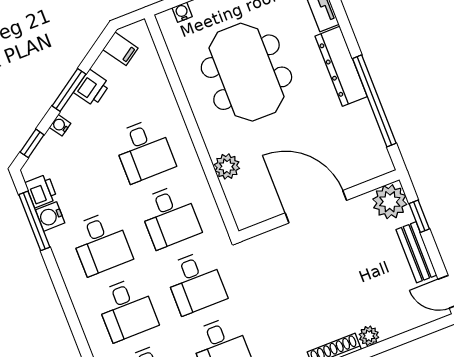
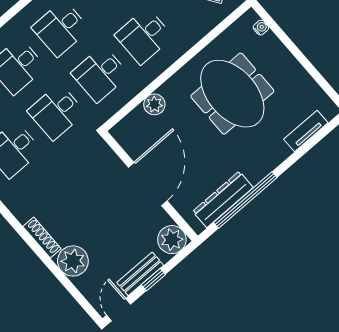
dresser: (341, 66) -> (223, 199), moved
meeting table: (246, 72) -> (232, 94), turned 90
window: (419, 216) -> (153, 280), moved
plant: (369, 336) -> (73, 261), width x1.87, depth x1.87

